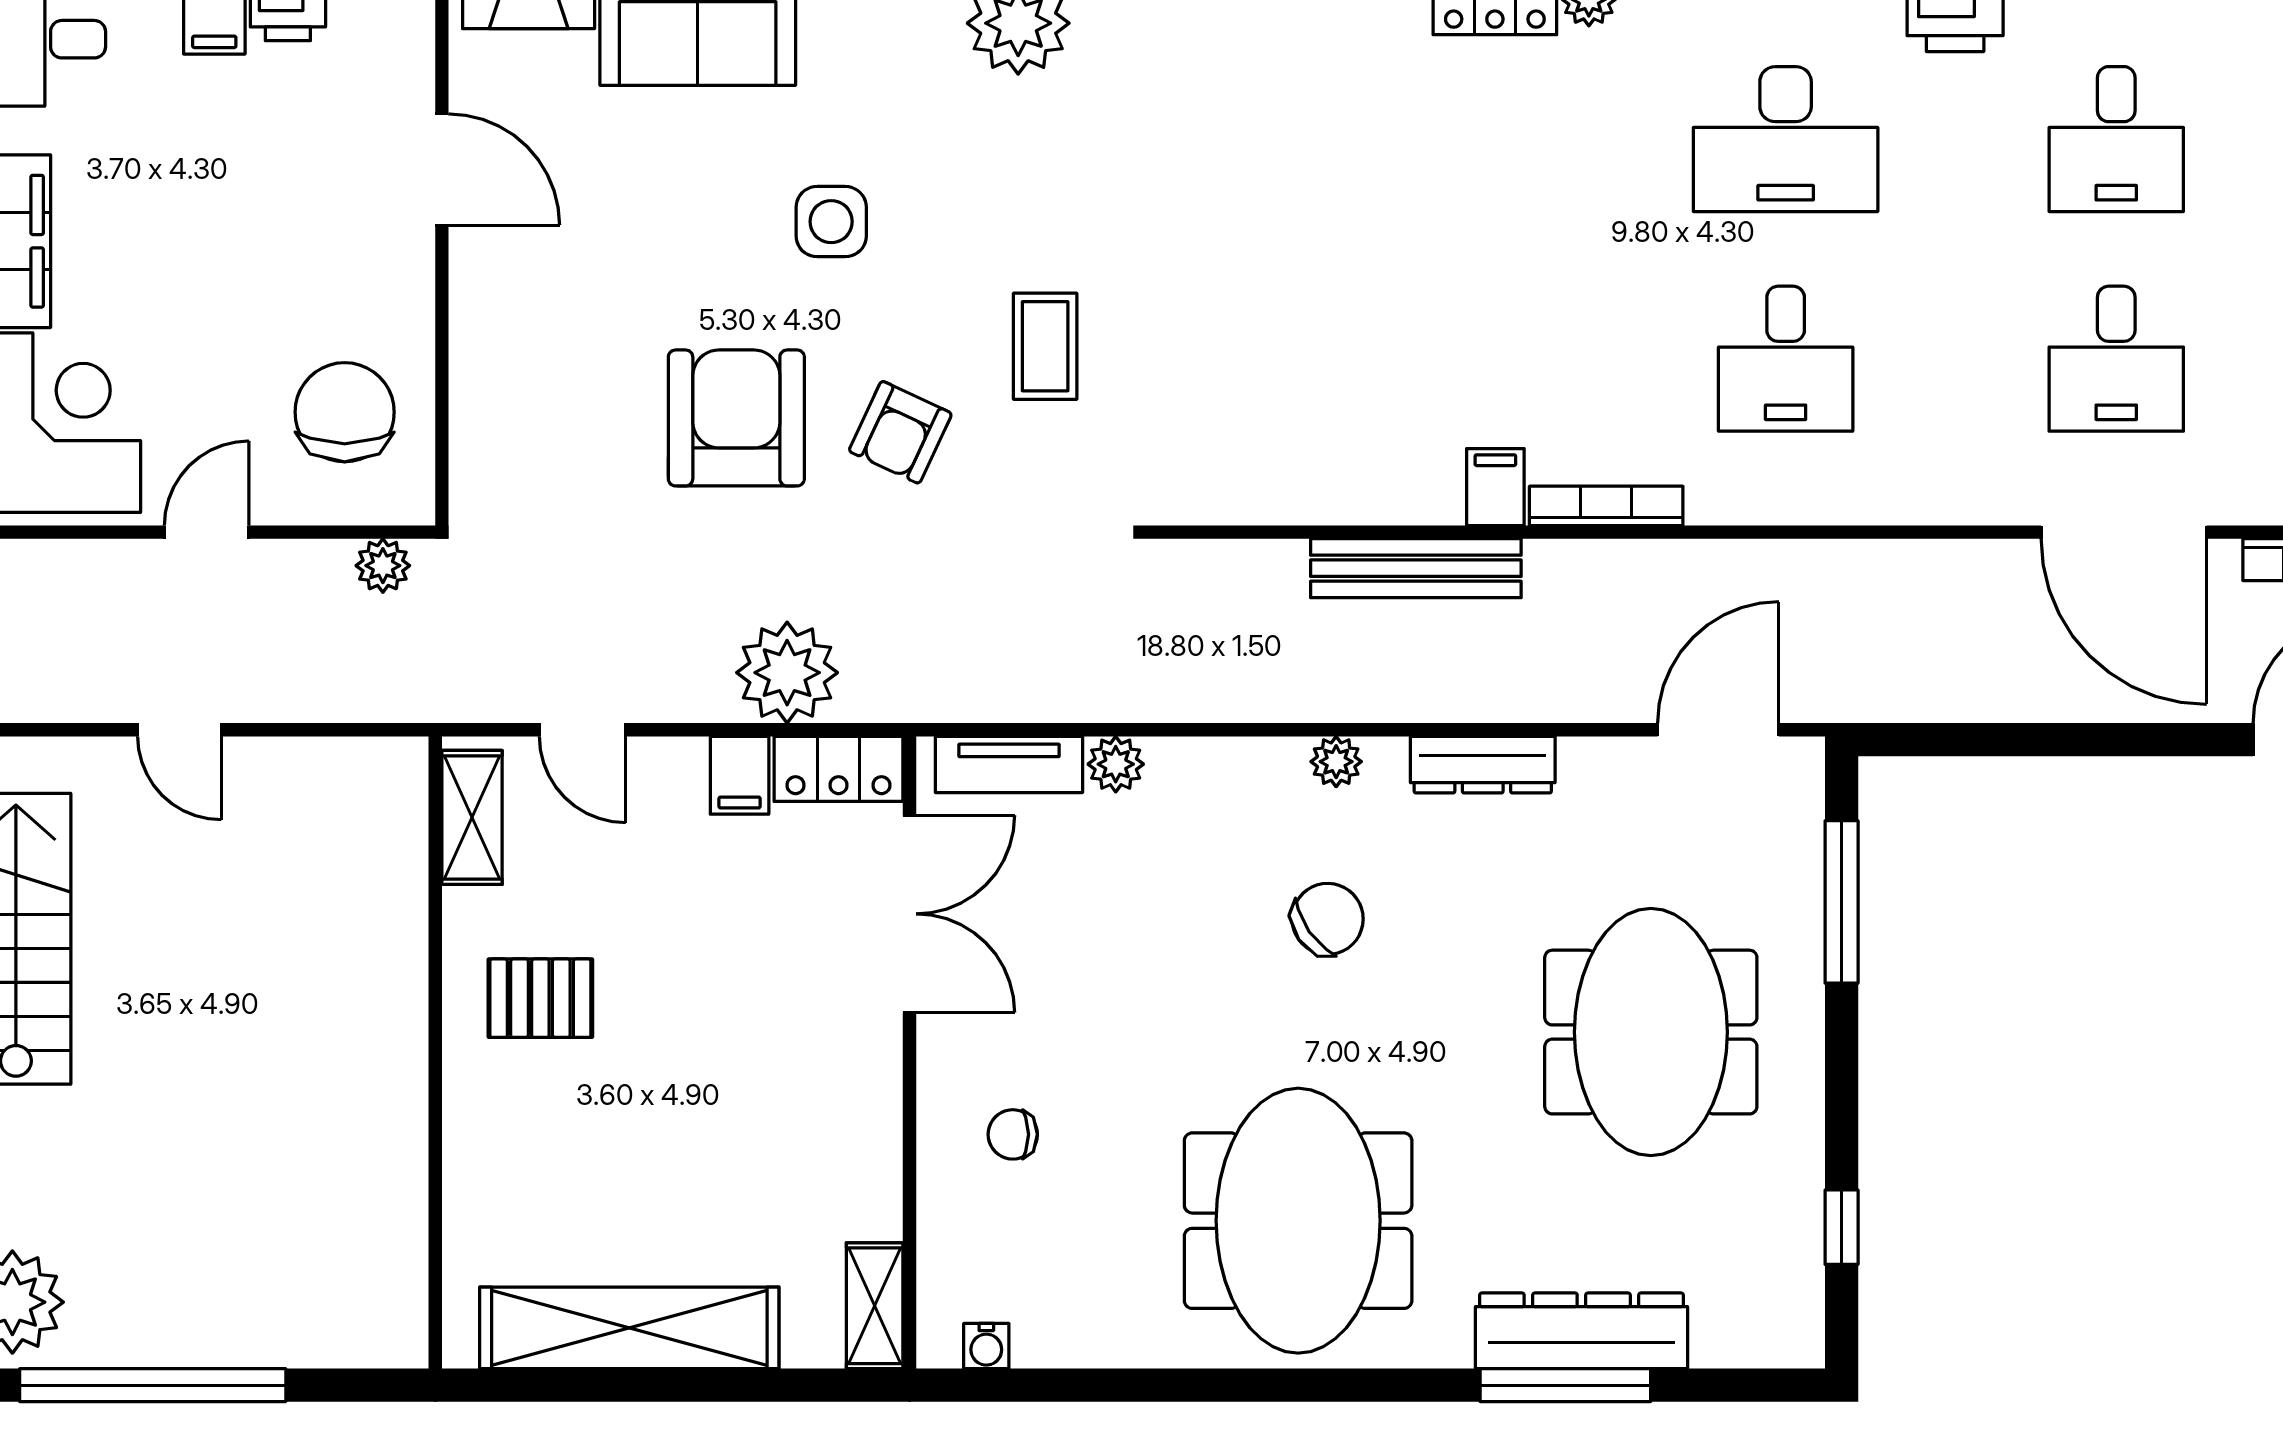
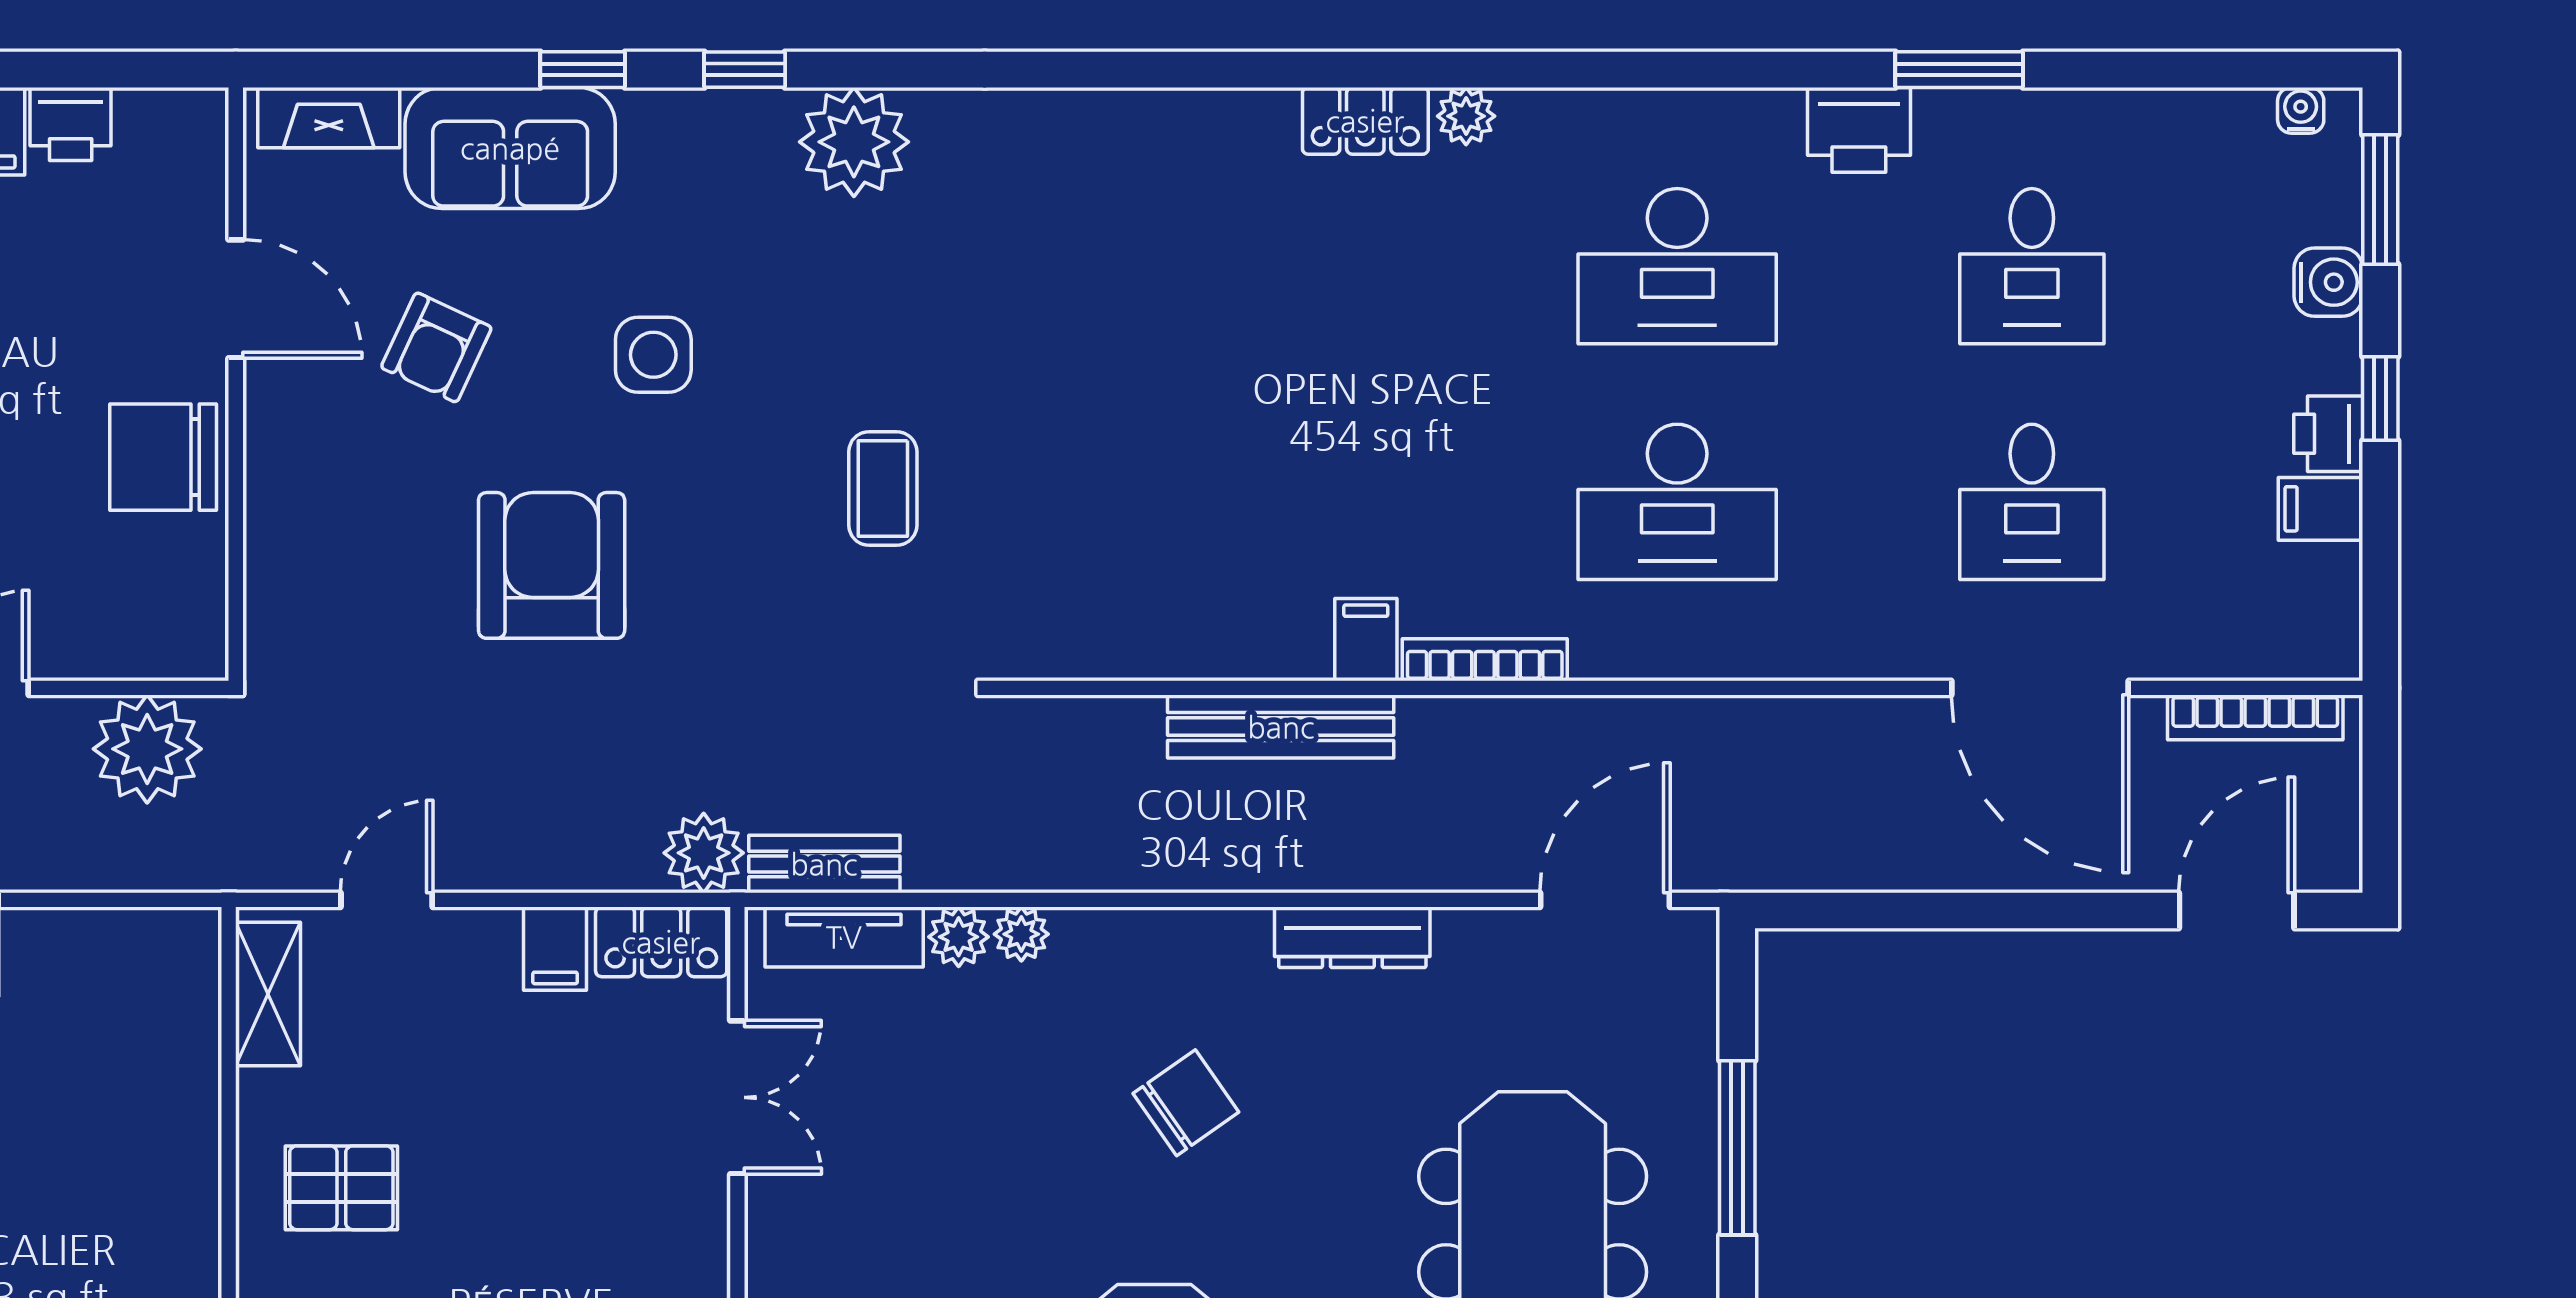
desk: (1786, 359) -> (1677, 502), width x1.37
chair: (345, 412) -> (163, 457), moved, turned -90
armchair: (900, 432) -> (436, 347), moved
plant: (383, 566) -> (147, 749), width x1.87, depth x1.87
plant: (787, 673) -> (704, 853), moved, width x0.73, depth x0.73
bench: (991, 696) -> (824, 864), added
door: (583, 730) -> (387, 900), swing flipped
plant: (1336, 762) -> (1021, 934), moved
window: (1842, 902) -> (1737, 1148), moved
double door: (910, 914) -> (737, 1097), width x0.73

